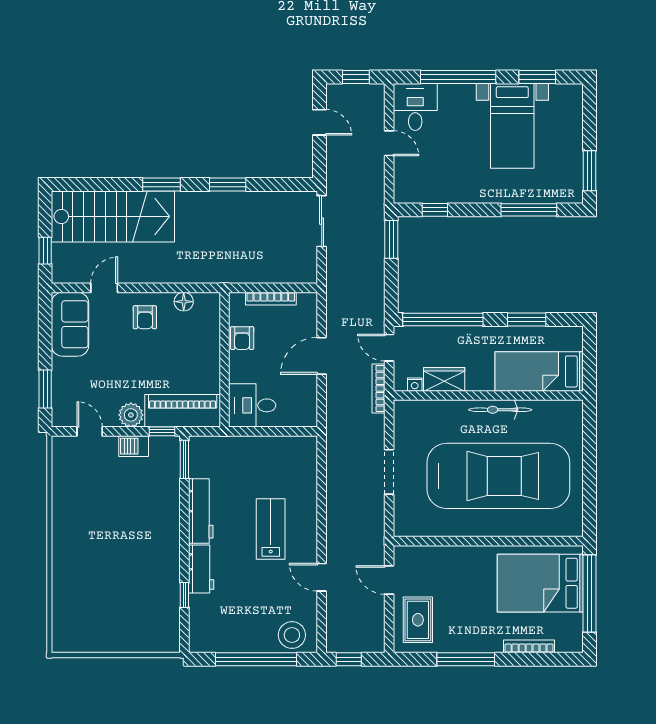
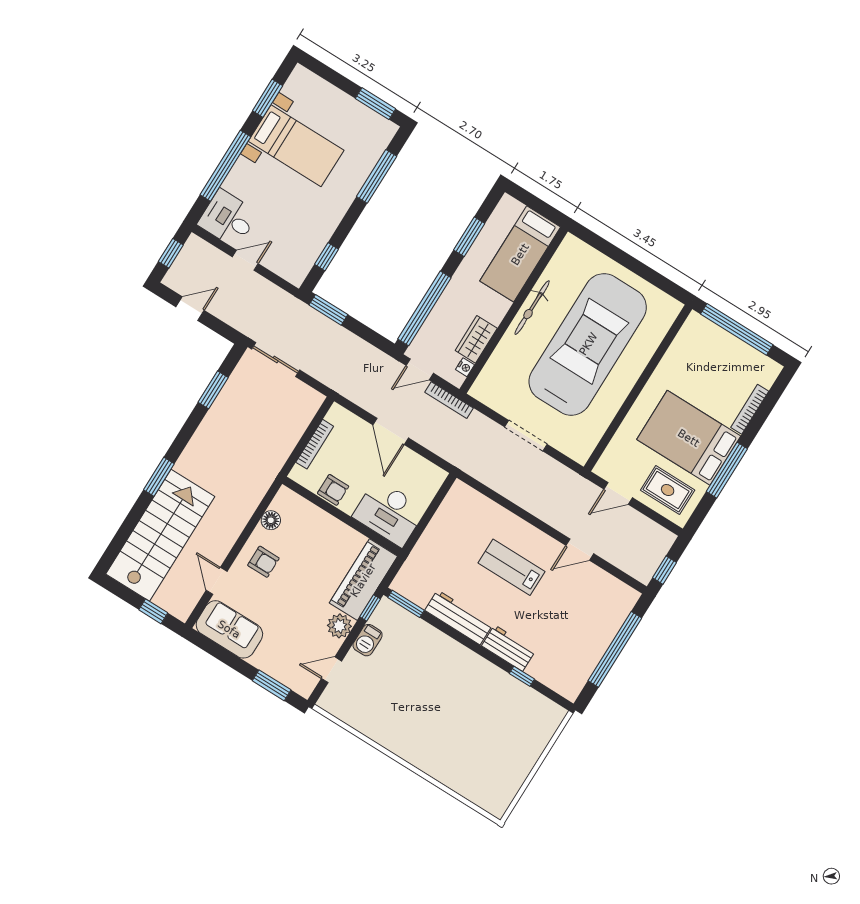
window: (228, 185) -> (213, 390), moved
desk: (252, 405) -> (389, 513), width x1.37
bed: (540, 583) -> (689, 438), moved, turned 90
stool: (292, 635) -> (613, 606), removed

